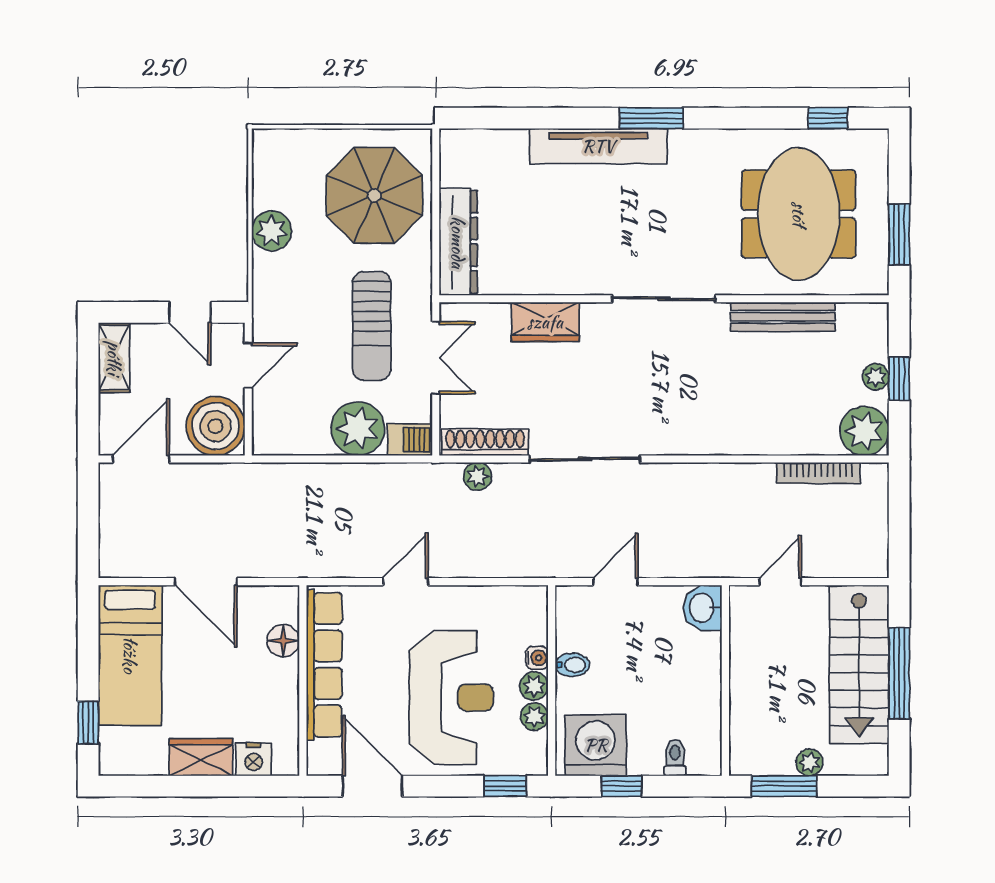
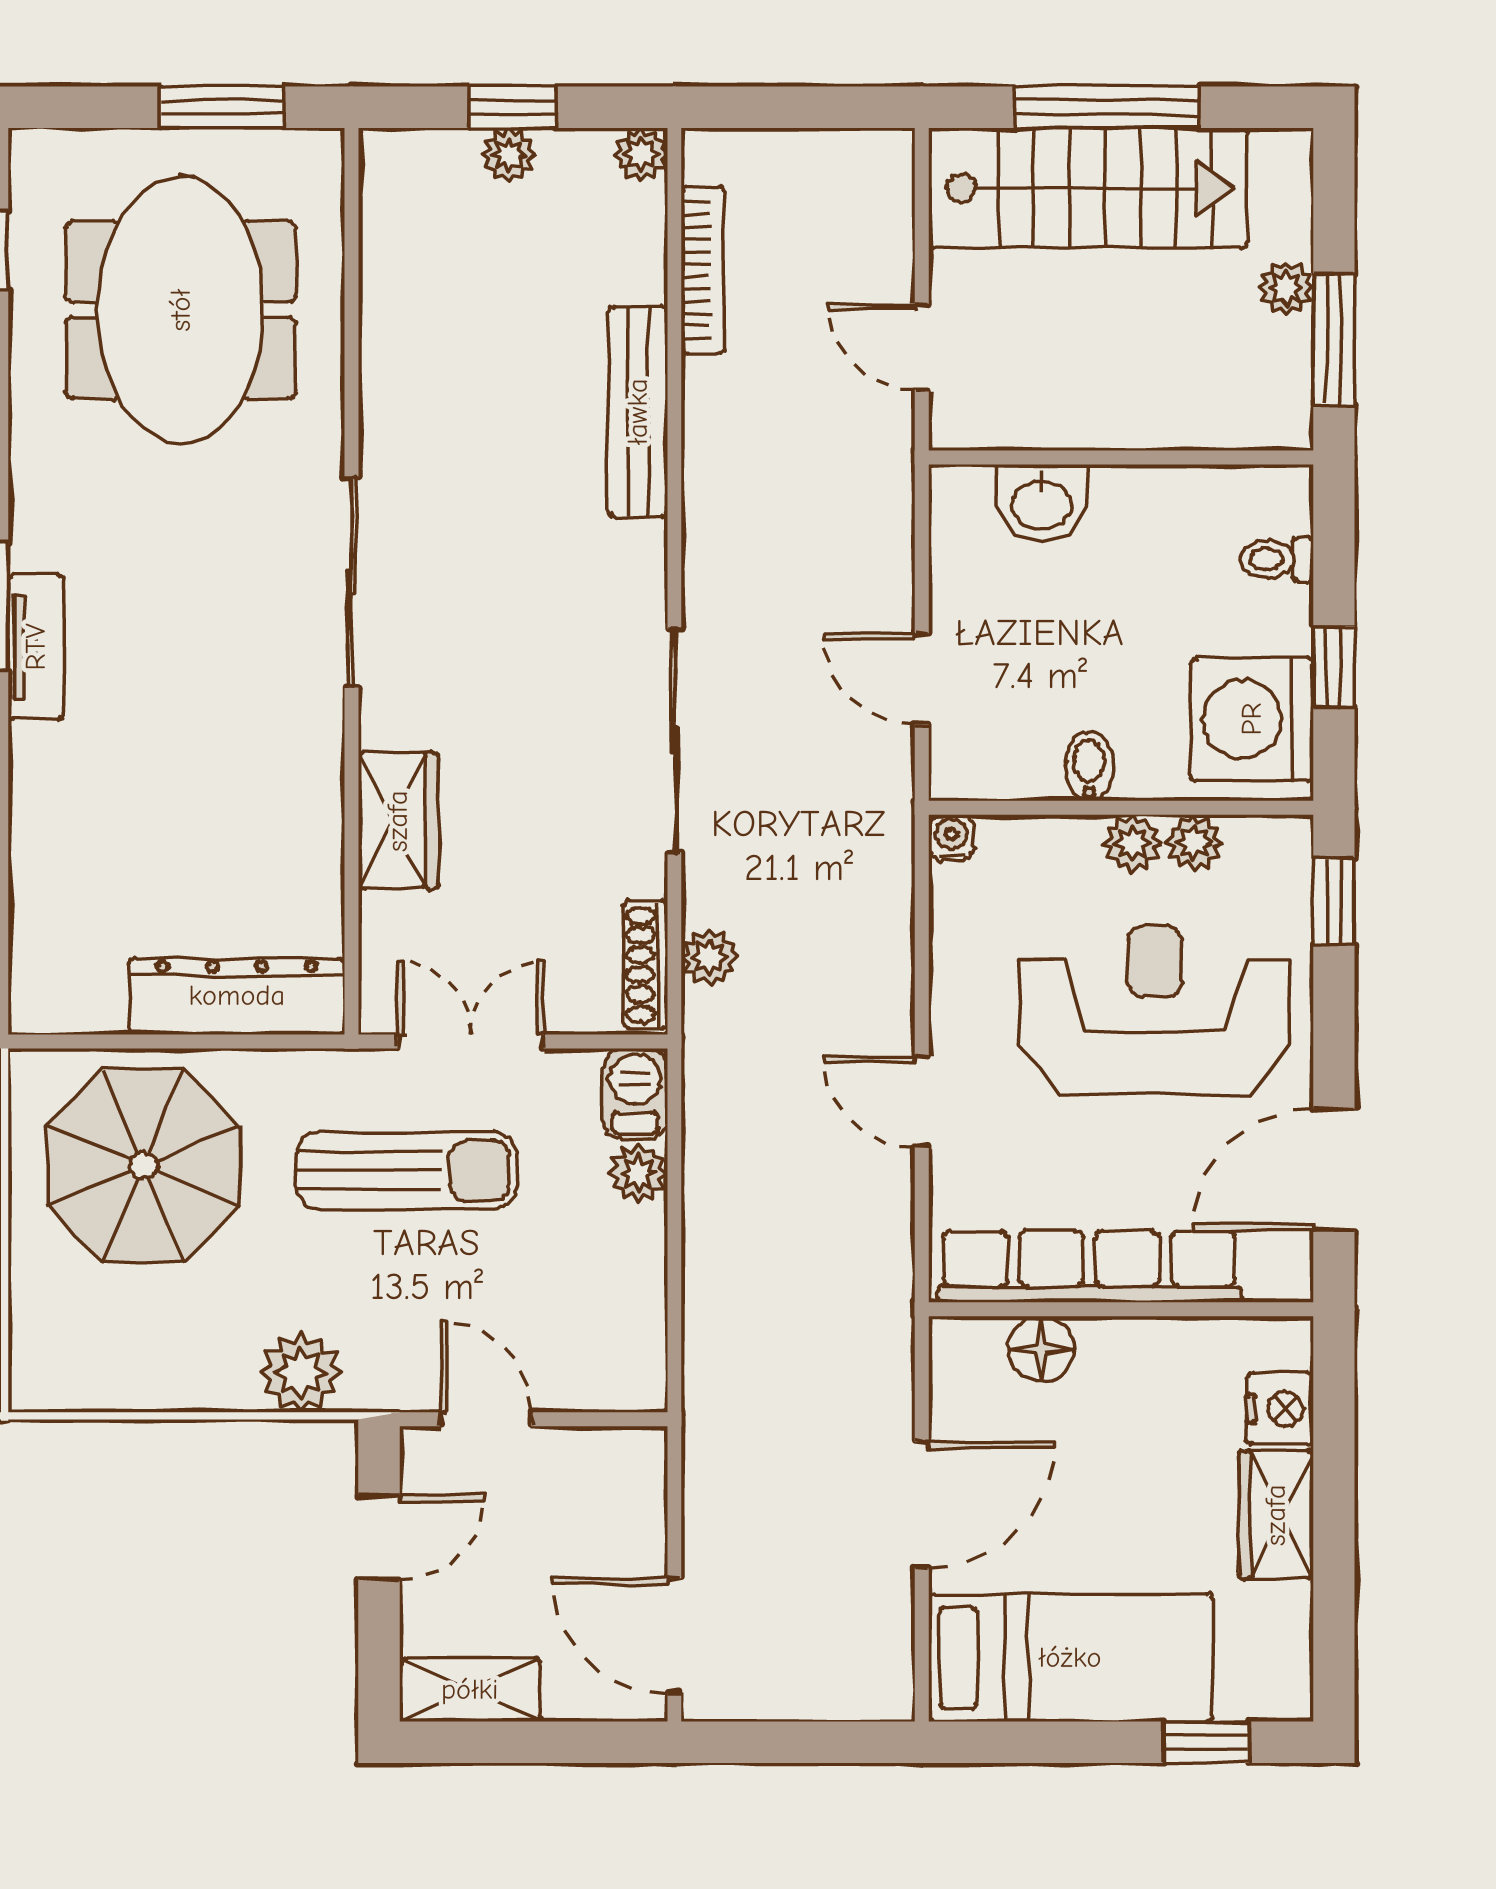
tv unit: (598, 146) -> (36, 647), width x0.52, depth x0.78
meeting table: (799, 214) -> (181, 310), turned 90
plant: (272, 231) -> (300, 1372), moved
bench: (783, 317) -> (638, 412), moved
boiler: (215, 426) -> (608, 1486), removed
plant: (358, 429) -> (639, 1173), width x0.53, depth x0.53
plant: (864, 431) -> (641, 154), width x0.53, depth x0.53
shoe rack: (485, 442) -> (646, 965), width x0.74, depth x0.81
washbasin: (703, 608) -> (1042, 503), moved
water cooler: (537, 658) -> (951, 837), moved

